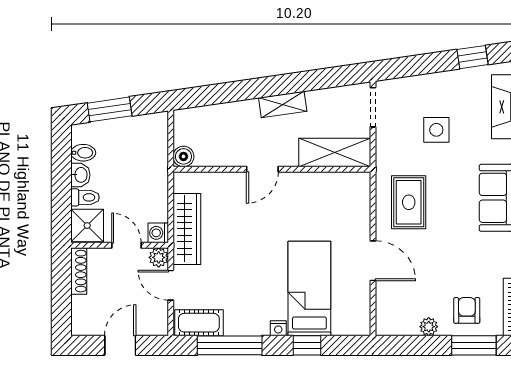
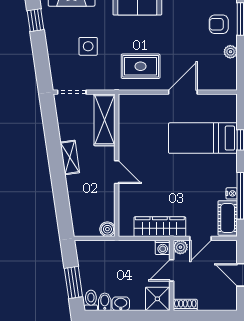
toilet: (85, 197) -> (91, 300), moved
shoe rack: (79, 271) -> (185, 305), width x0.70
nightstand: (278, 328) -> (232, 193), moved

